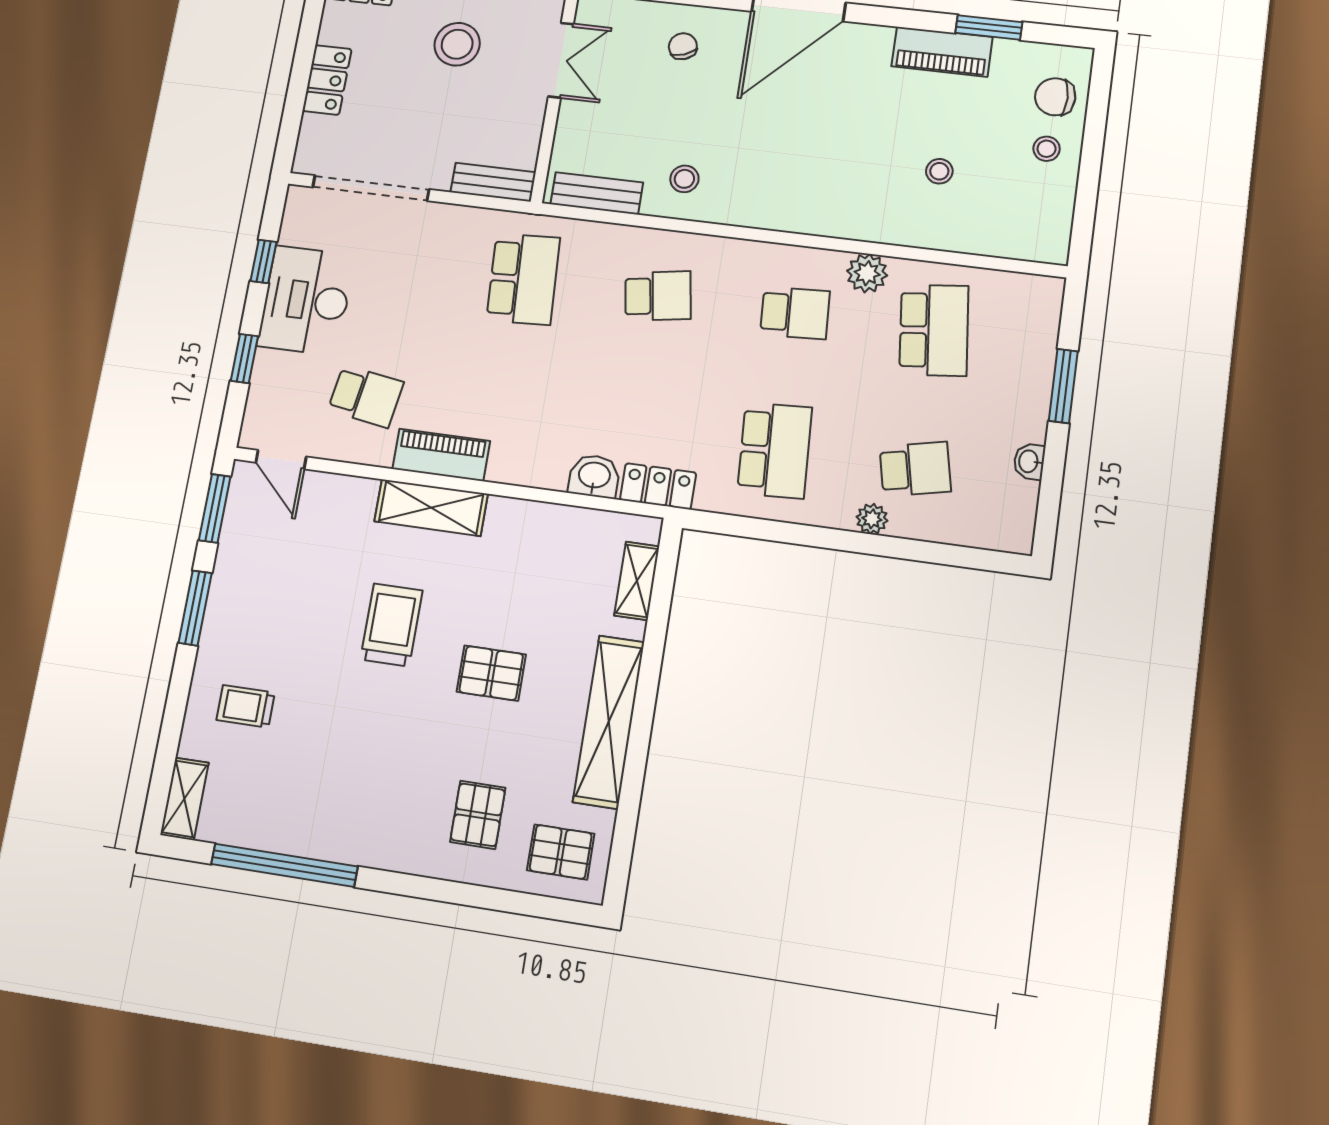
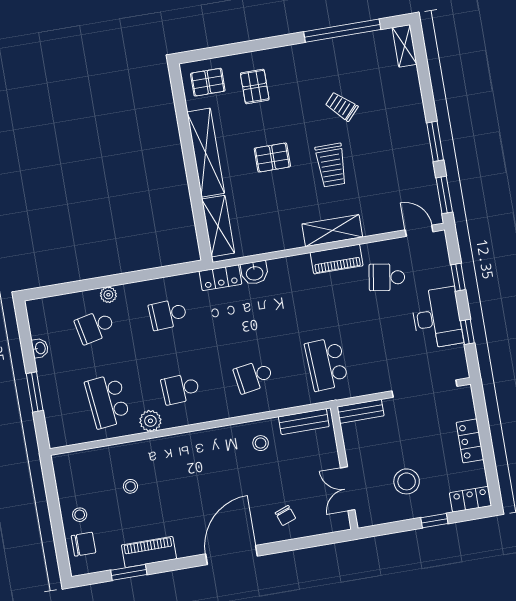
school desk: (775, 450) -> (168, 314), width x0.54
shelving: (637, 581) -> (218, 226), width x1.50, depth x1.33
trolley: (246, 706) -> (342, 106), moved, turned -137

